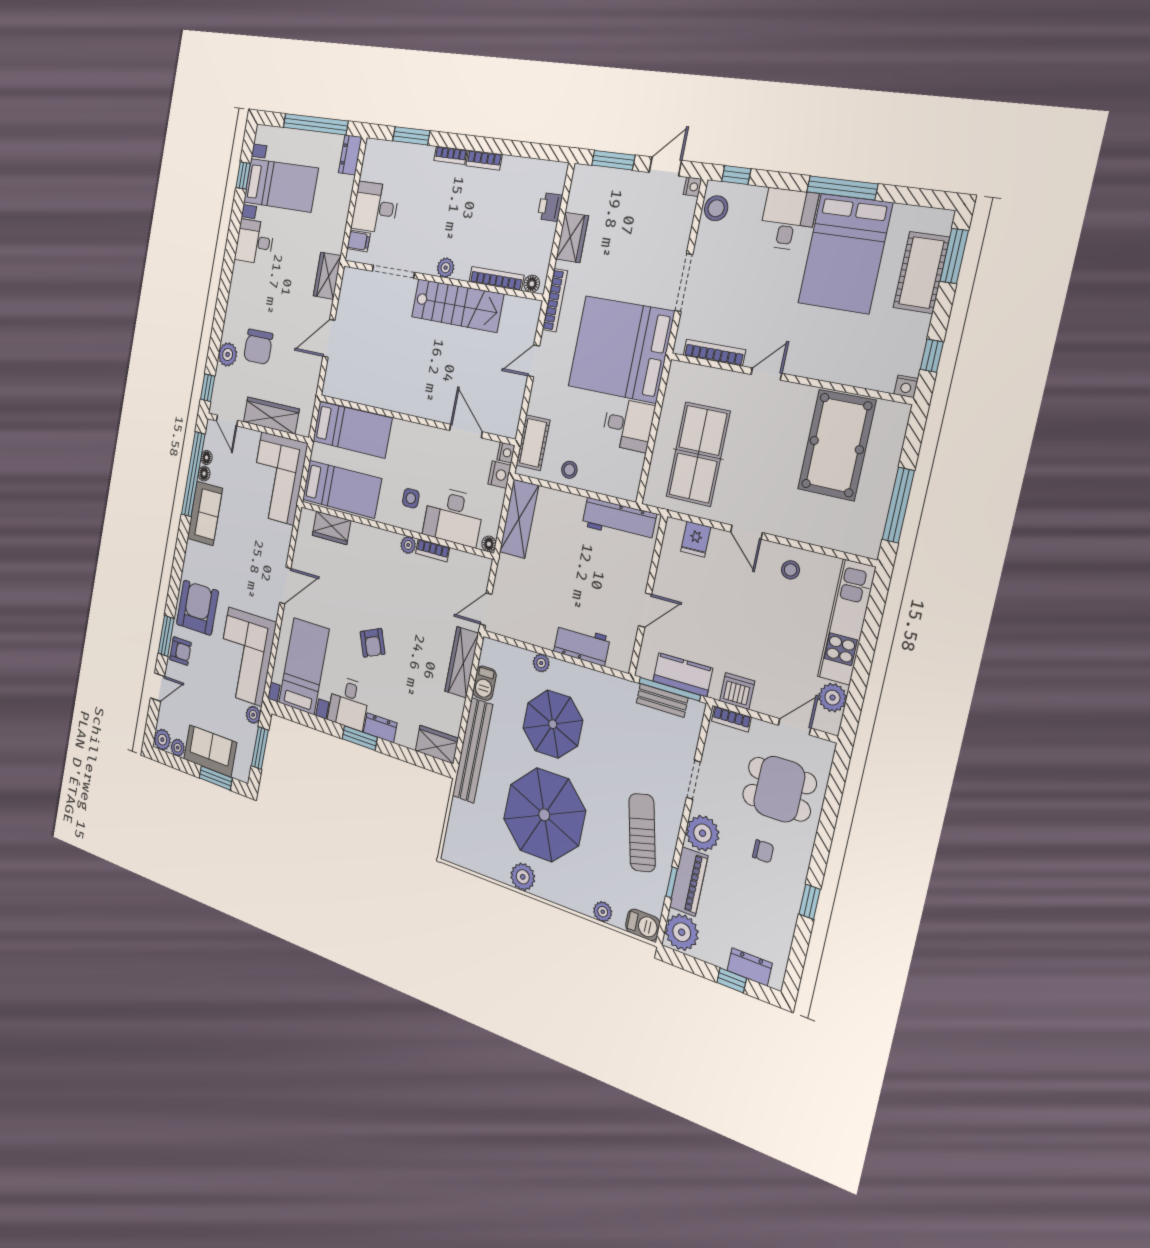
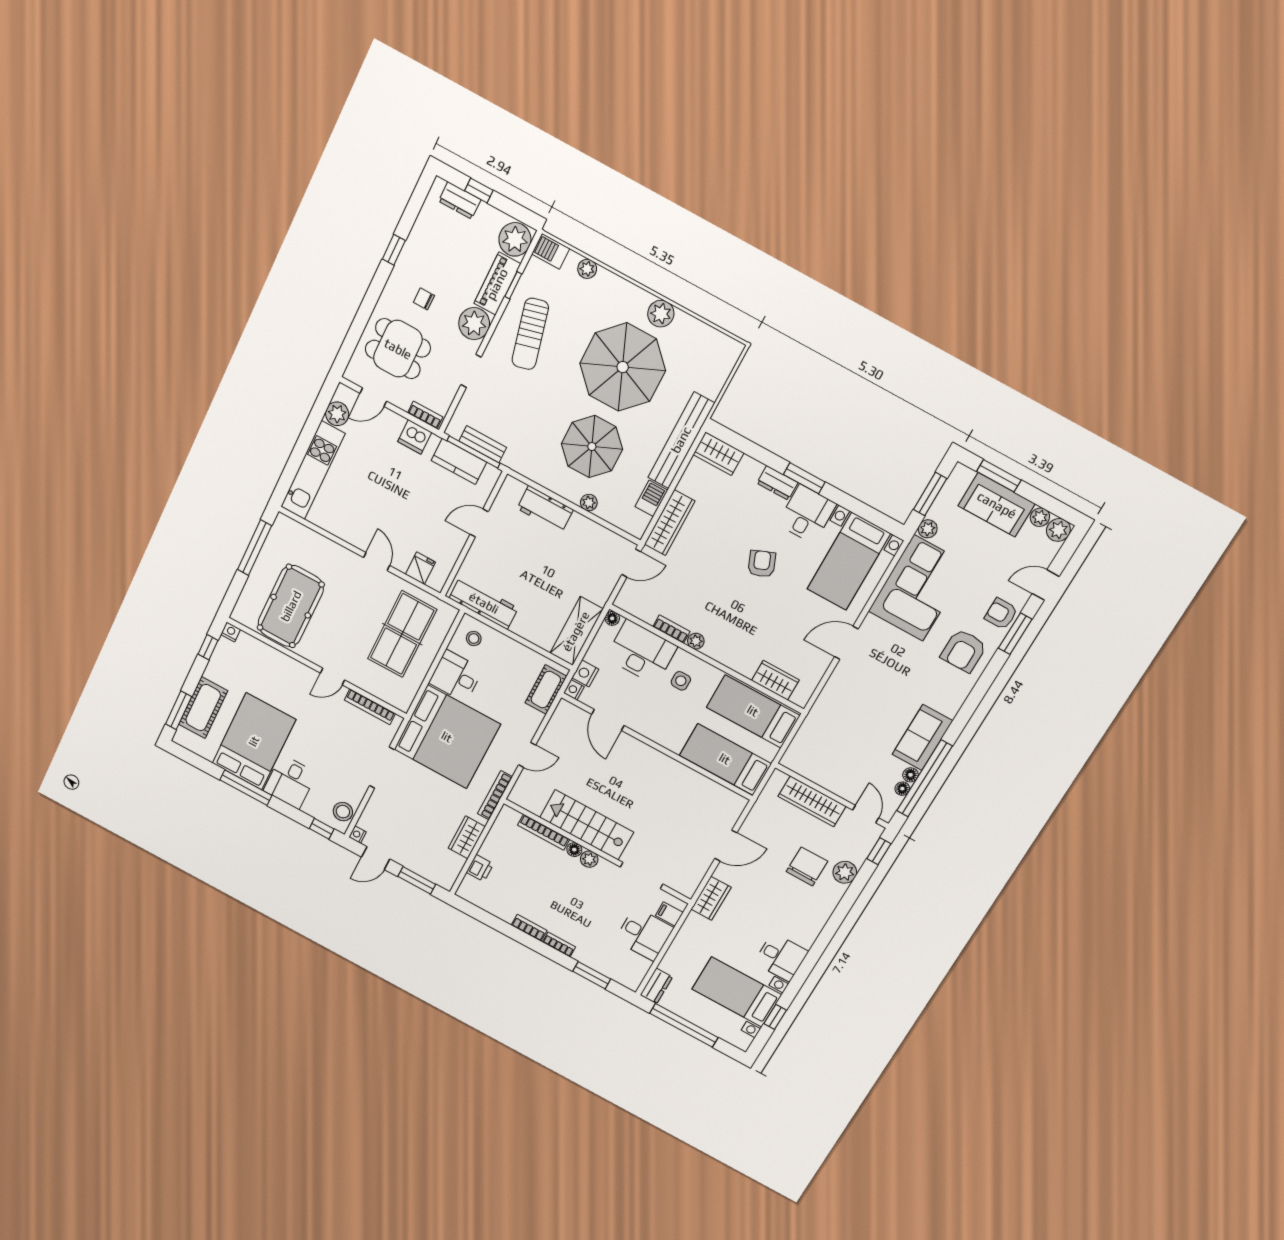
floor lamp: (532, 284) -> (574, 850), moved
stool: (569, 470) -> (474, 639), moved
corner sofa: (278, 478) -> (823, 743), removed
stool: (791, 570) -> (348, 522), removed
armchair: (197, 608) -> (964, 651), width x0.73, depth x0.73

